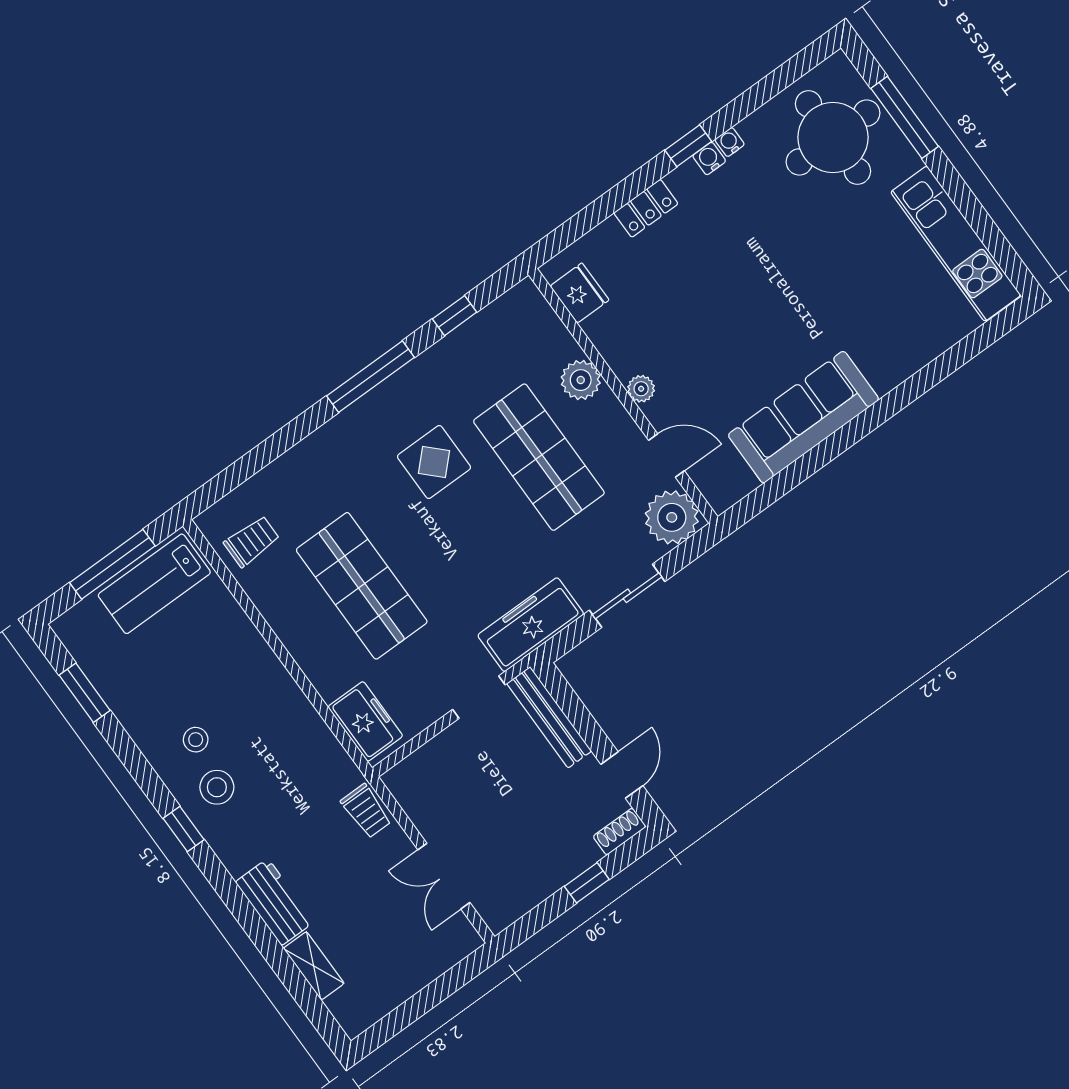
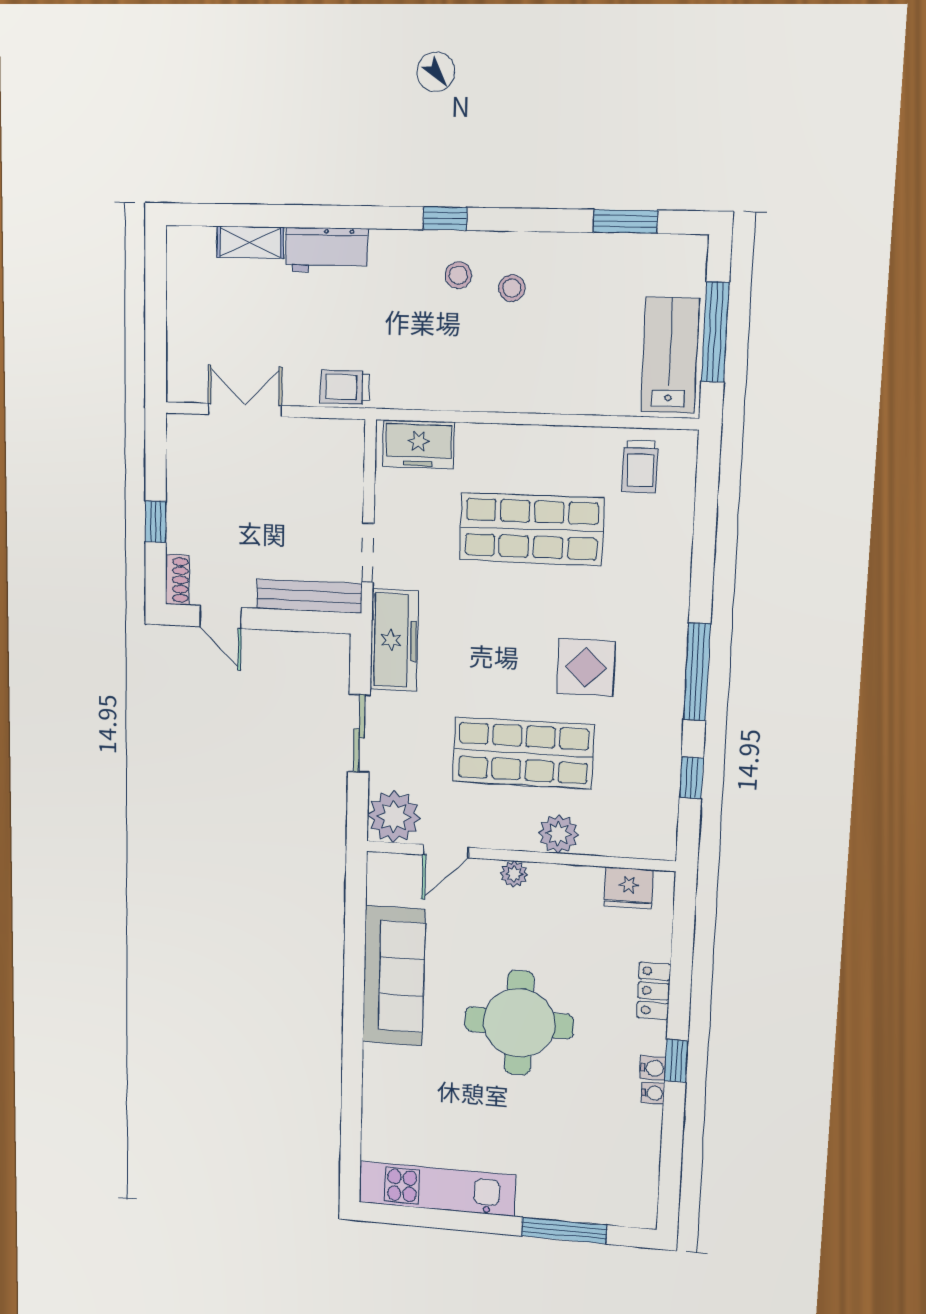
round table: (833, 137) -> (519, 1023), moved
stool: (217, 787) -> (458, 275), width x0.73, depth x0.73

